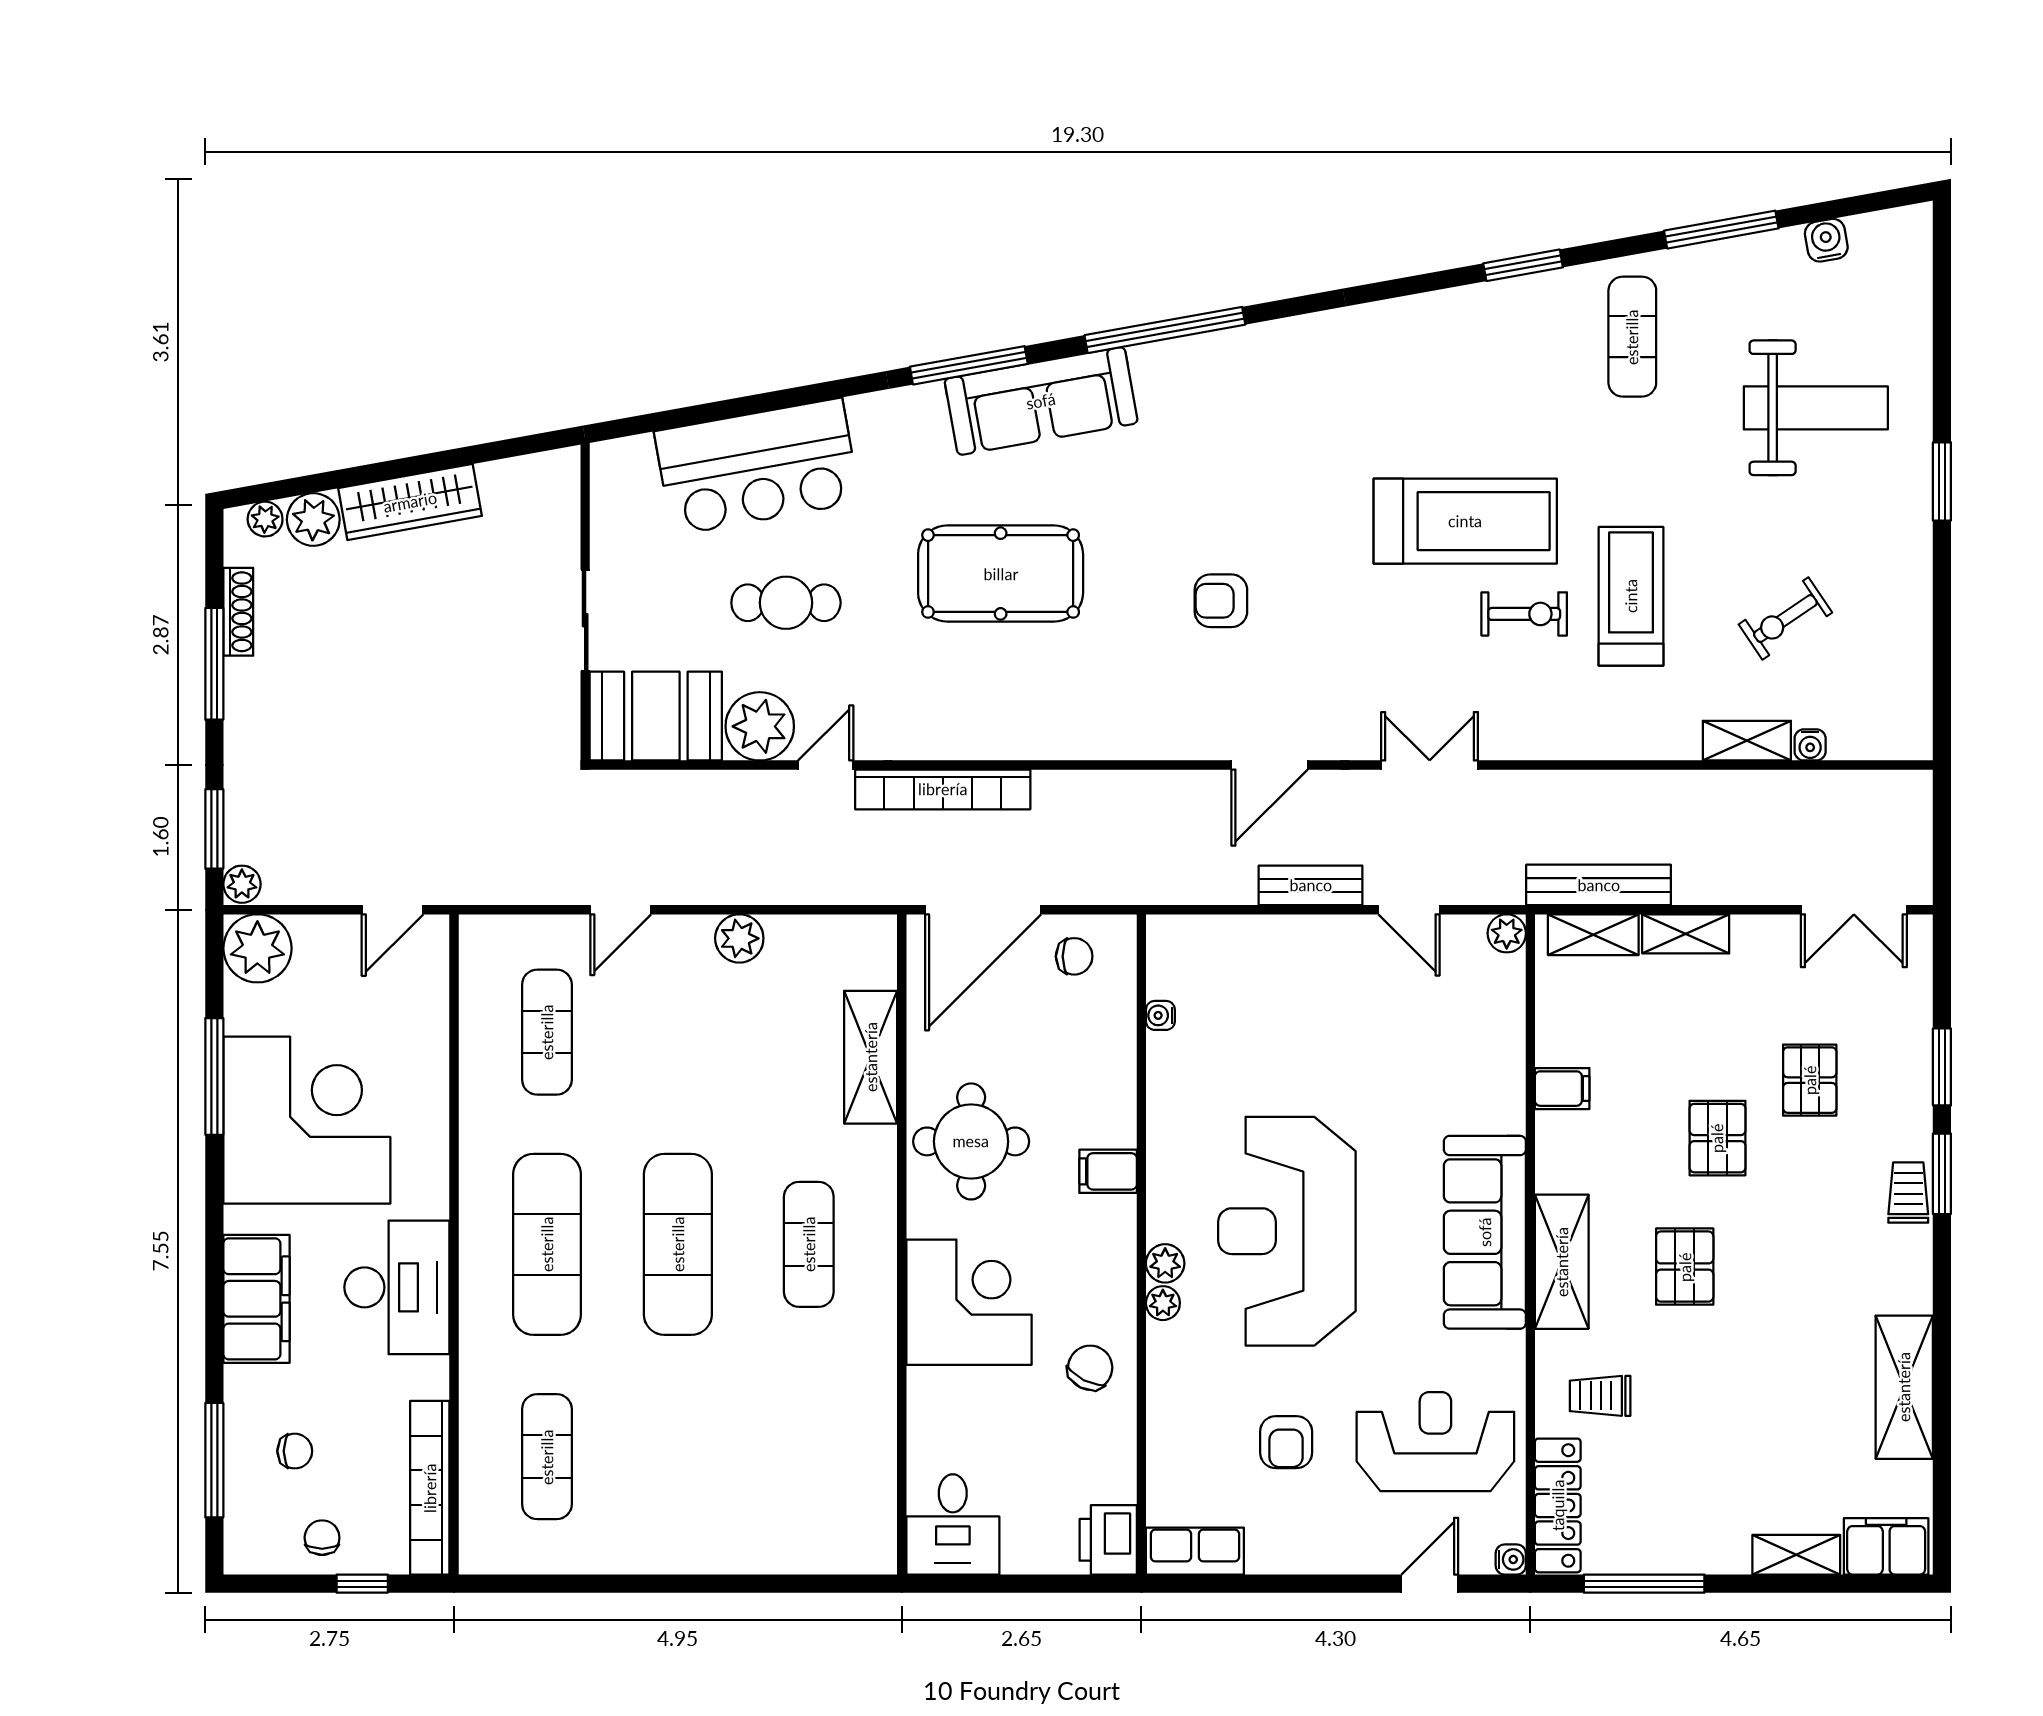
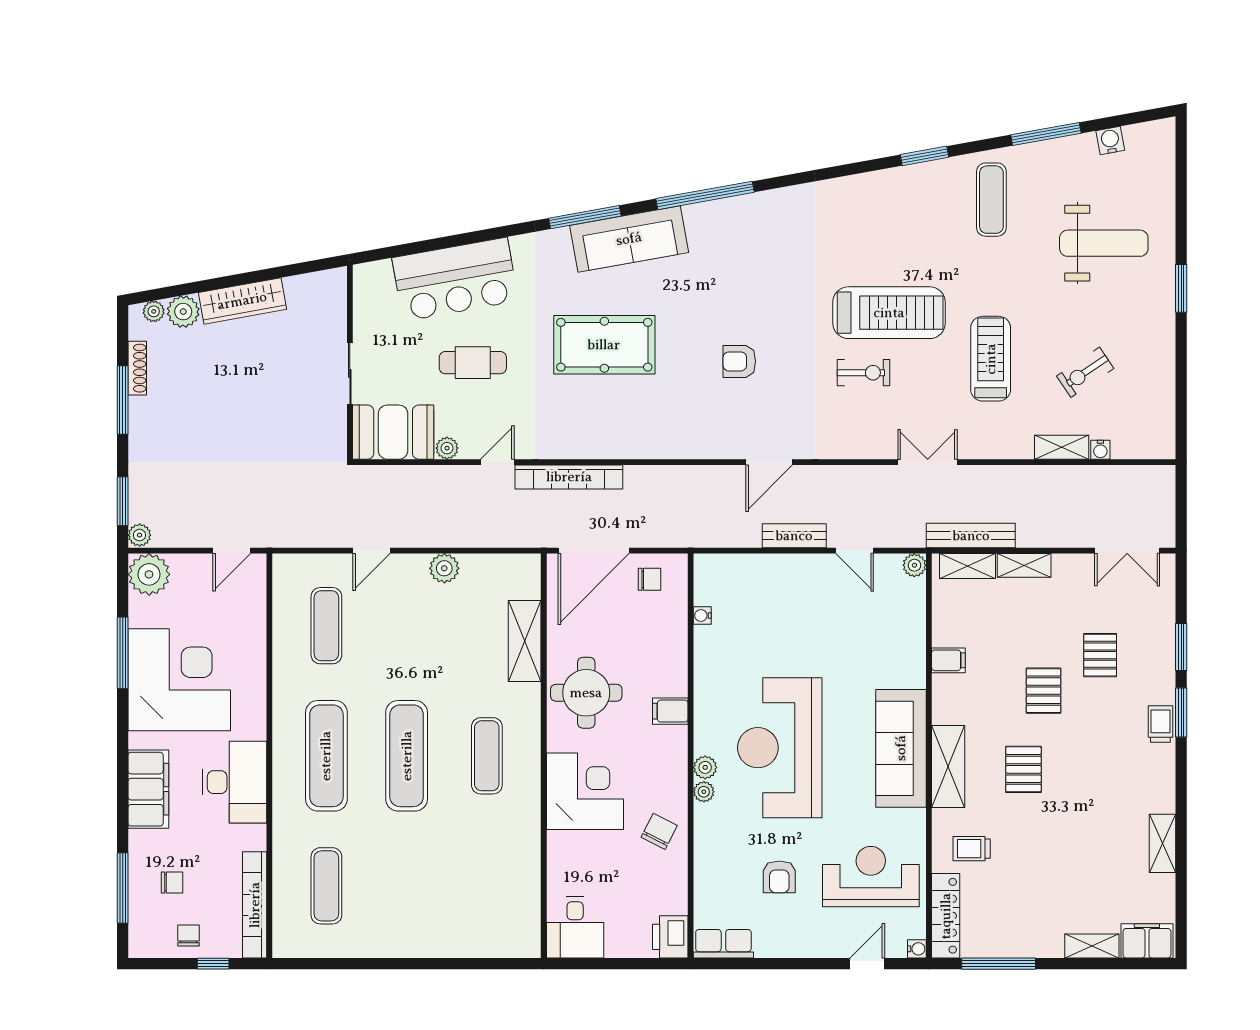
exercise bike: (1524, 614) -> (864, 373), moved
plant: (760, 726) -> (447, 448), width x0.53, depth x0.53
double door: (1430, 765) -> (928, 462), moved
shelving: (1904, 1387) -> (1162, 843), width x0.67, depth x0.75

